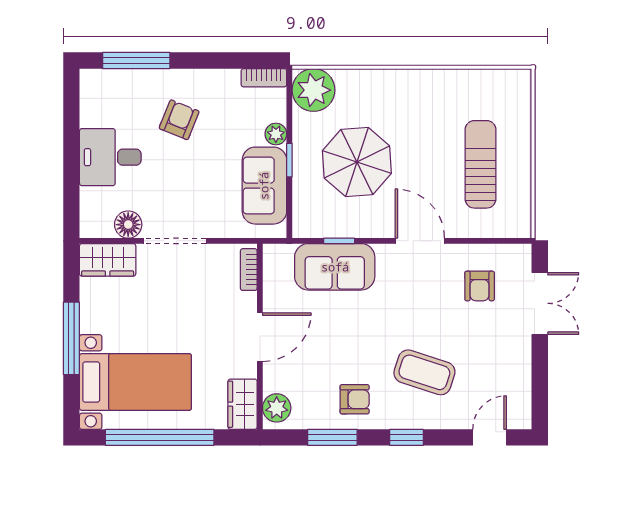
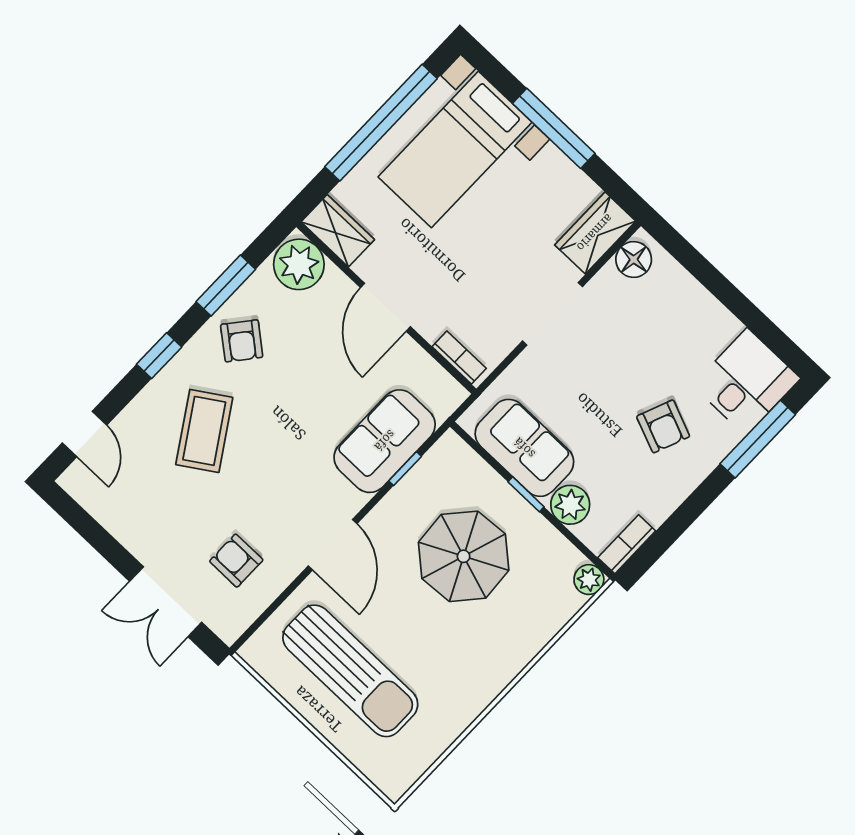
plant: (314, 90) -> (589, 580), width x0.53, depth x0.53
plant: (276, 134) -> (570, 505), width x1.38, depth x1.38
desk: (110, 157) -> (746, 382), moved
sun lounger: (480, 164) -> (350, 671), width x1.36, depth x1.34
floor lamp: (128, 225) -> (634, 260), moved
door: (420, 241) -> (333, 545), hinge flipped
coffee table: (424, 372) -> (204, 431), turned -51
armchair: (355, 399) -> (242, 341), turned -51
plant: (277, 408) -> (299, 264), width x1.36, depth x1.36

